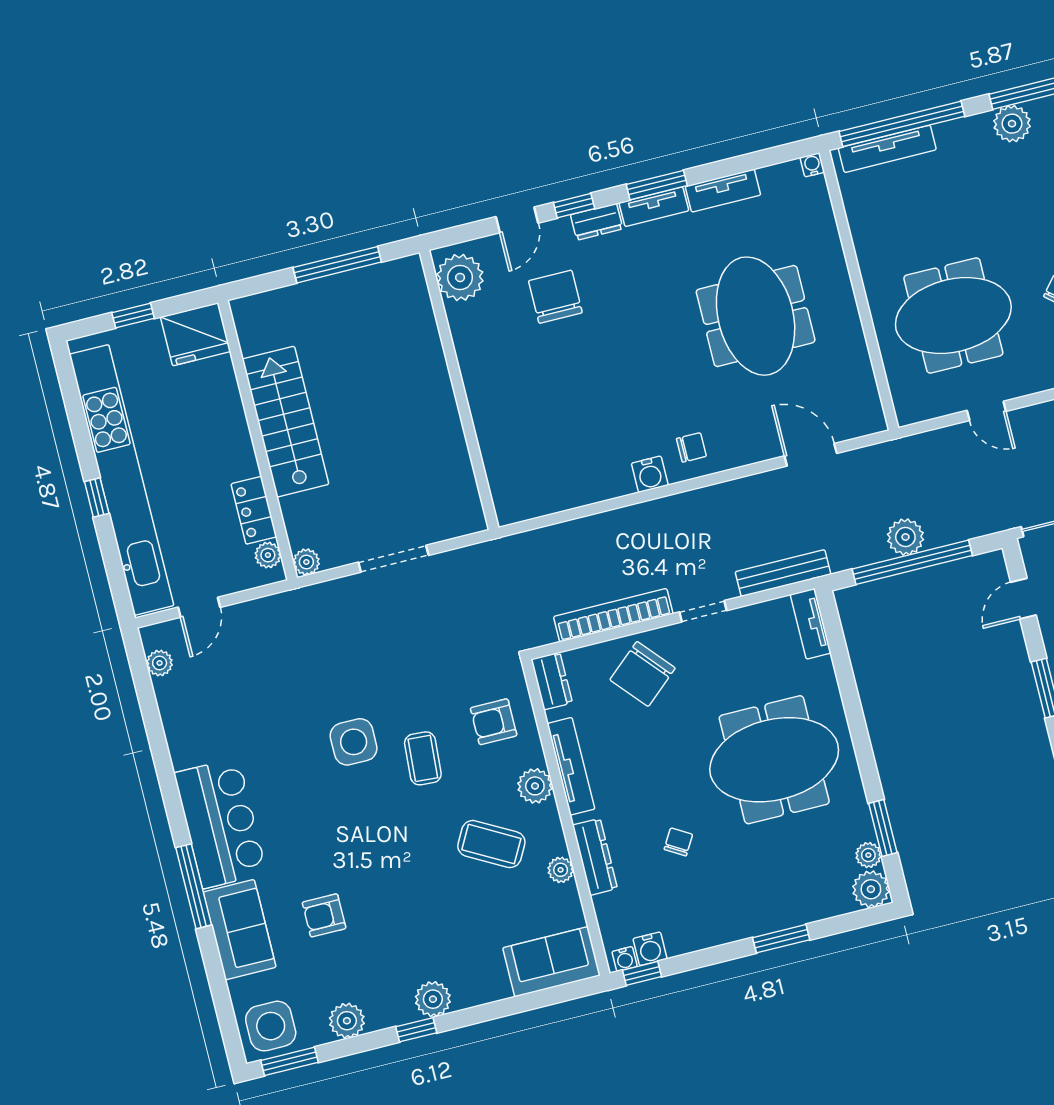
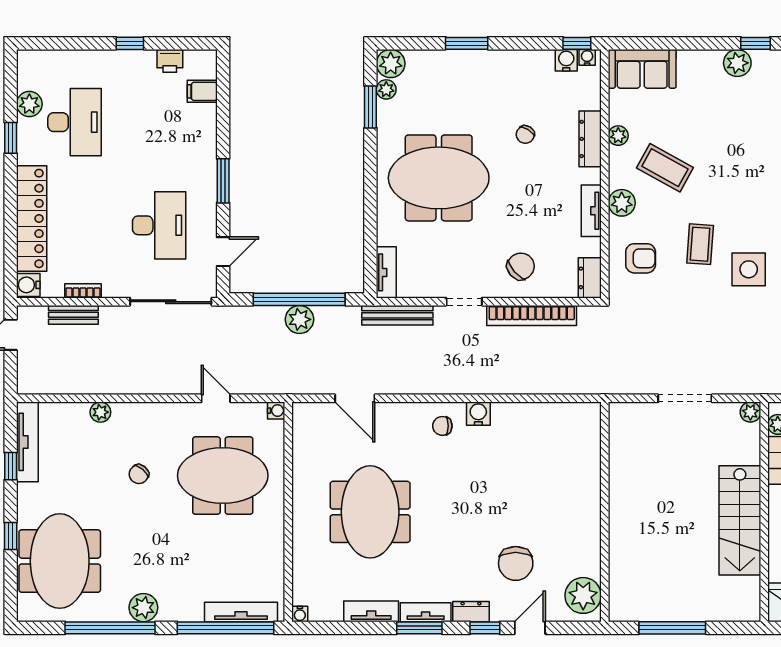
water cooler: (906, 415) -> (276, 411), added
chair: (643, 674) -> (521, 266), width x0.73, depth x0.73
tv unit: (571, 766) -> (591, 211), width x0.71

